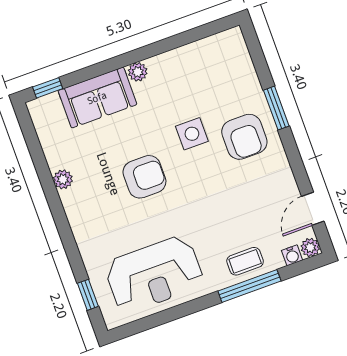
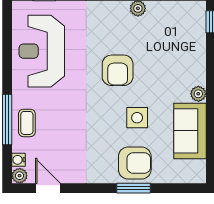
sofa: (97, 98) -> (190, 131), moved
armchair: (244, 137) -> (135, 163), moved, turned 180

